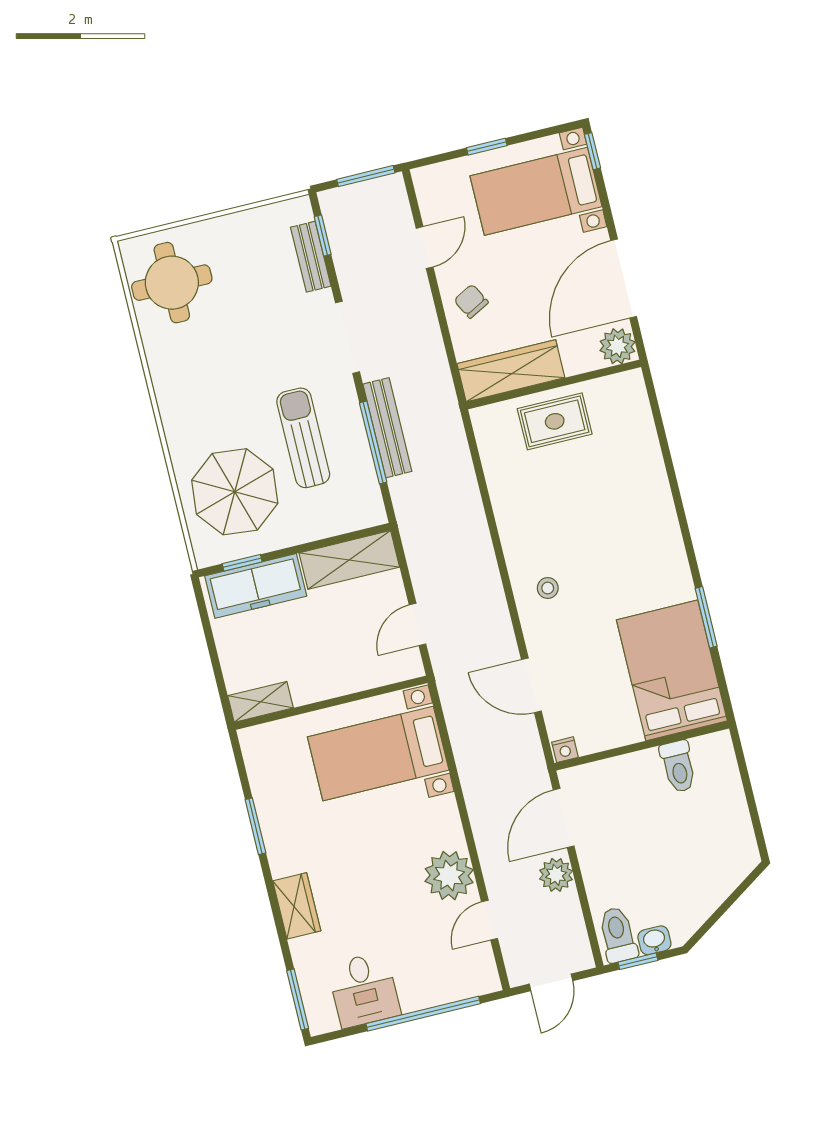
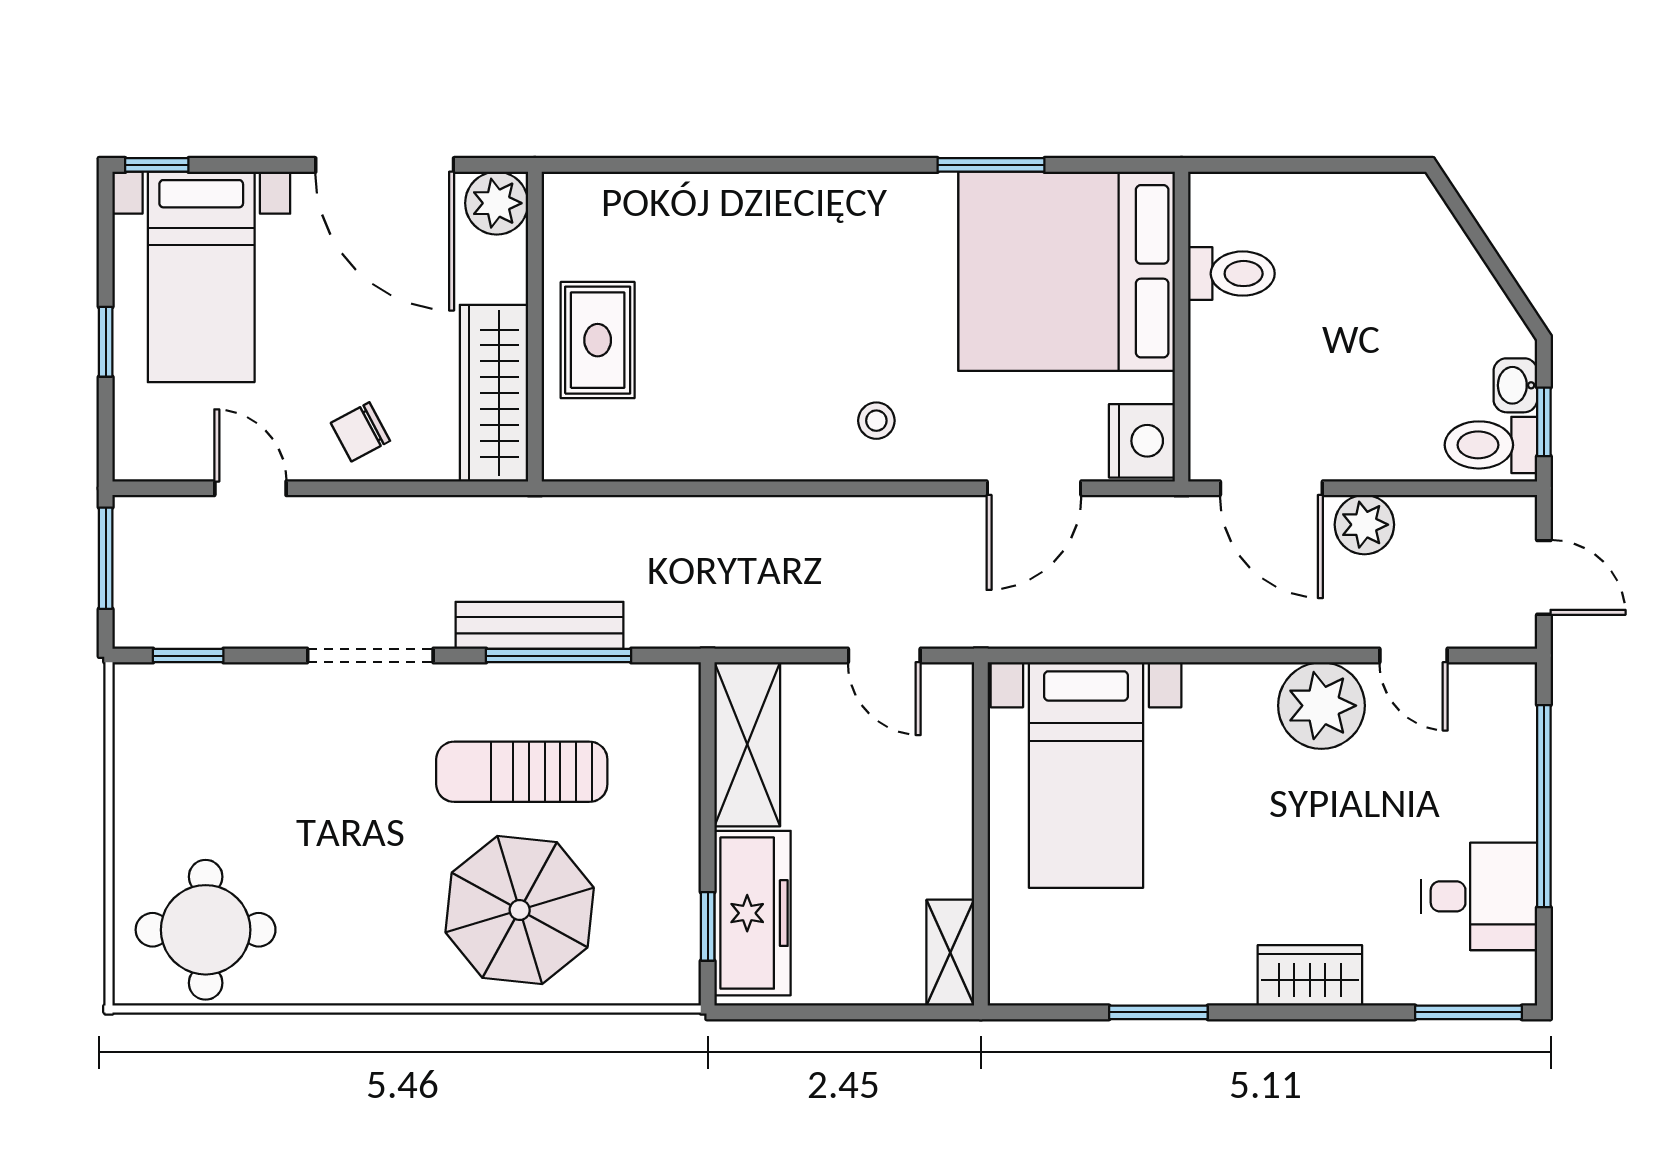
bench: (311, 257) -> (219, 684), removed
parasol: (235, 492) -> (520, 910), moved
bed: (672, 670) -> (1067, 271), width x1.36
nightstand: (565, 750) -> (1142, 441), width x1.89, depth x1.79

